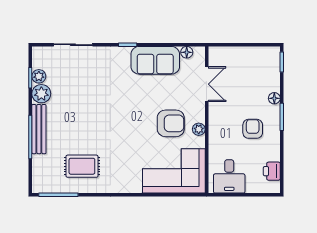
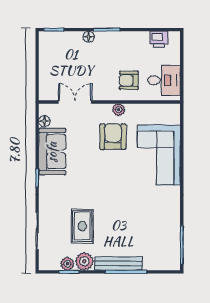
armchair: (253, 129) -> (129, 80), moved
rug: (82, 166) -> (82, 226), moved
corner sofa: (174, 171) -> (159, 155), moved

